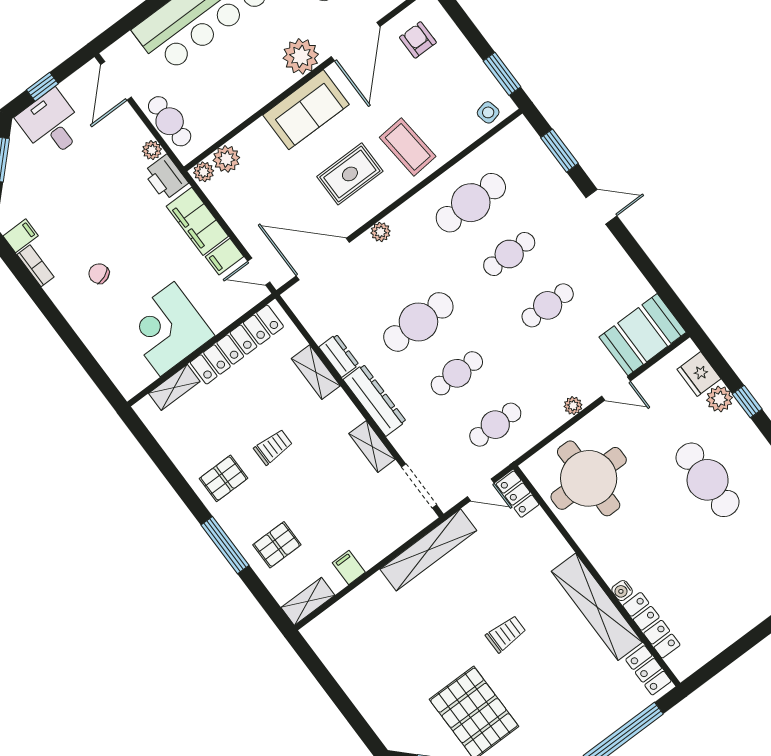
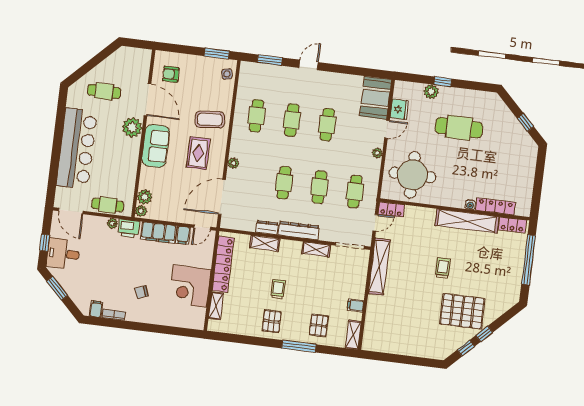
cafe table: (471, 203) -> (256, 116), width x0.73, depth x0.74
cafe table: (418, 322) -> (284, 183), width x0.73, depth x0.74
fridge: (699, 374) -> (399, 109), moved, turned -90

